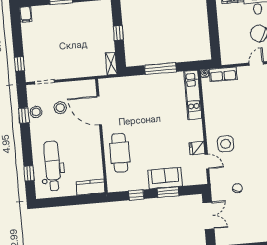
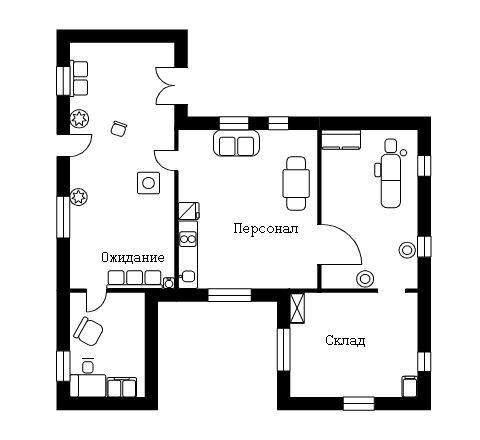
window: (118, 33) -> (284, 350), width x2.17
window: (19, 64) -> (424, 362), moved
row of seats: (223, 74) -> (135, 280), width x1.48
stool: (60, 108) -> (365, 279), moved
fridge: (197, 148) -> (189, 211), moved
chair: (237, 188) -> (119, 129), moved

